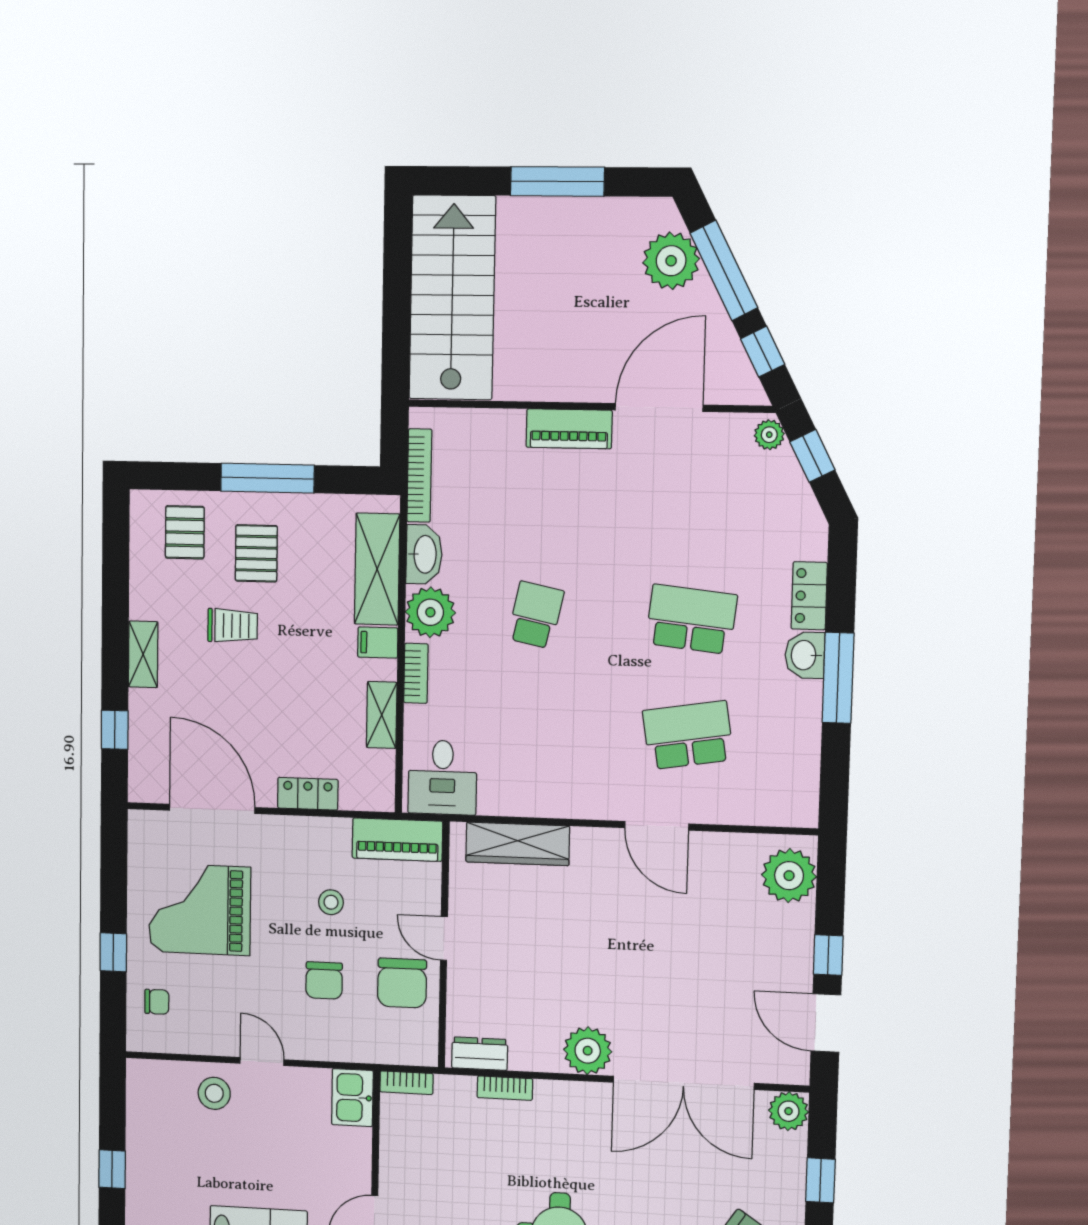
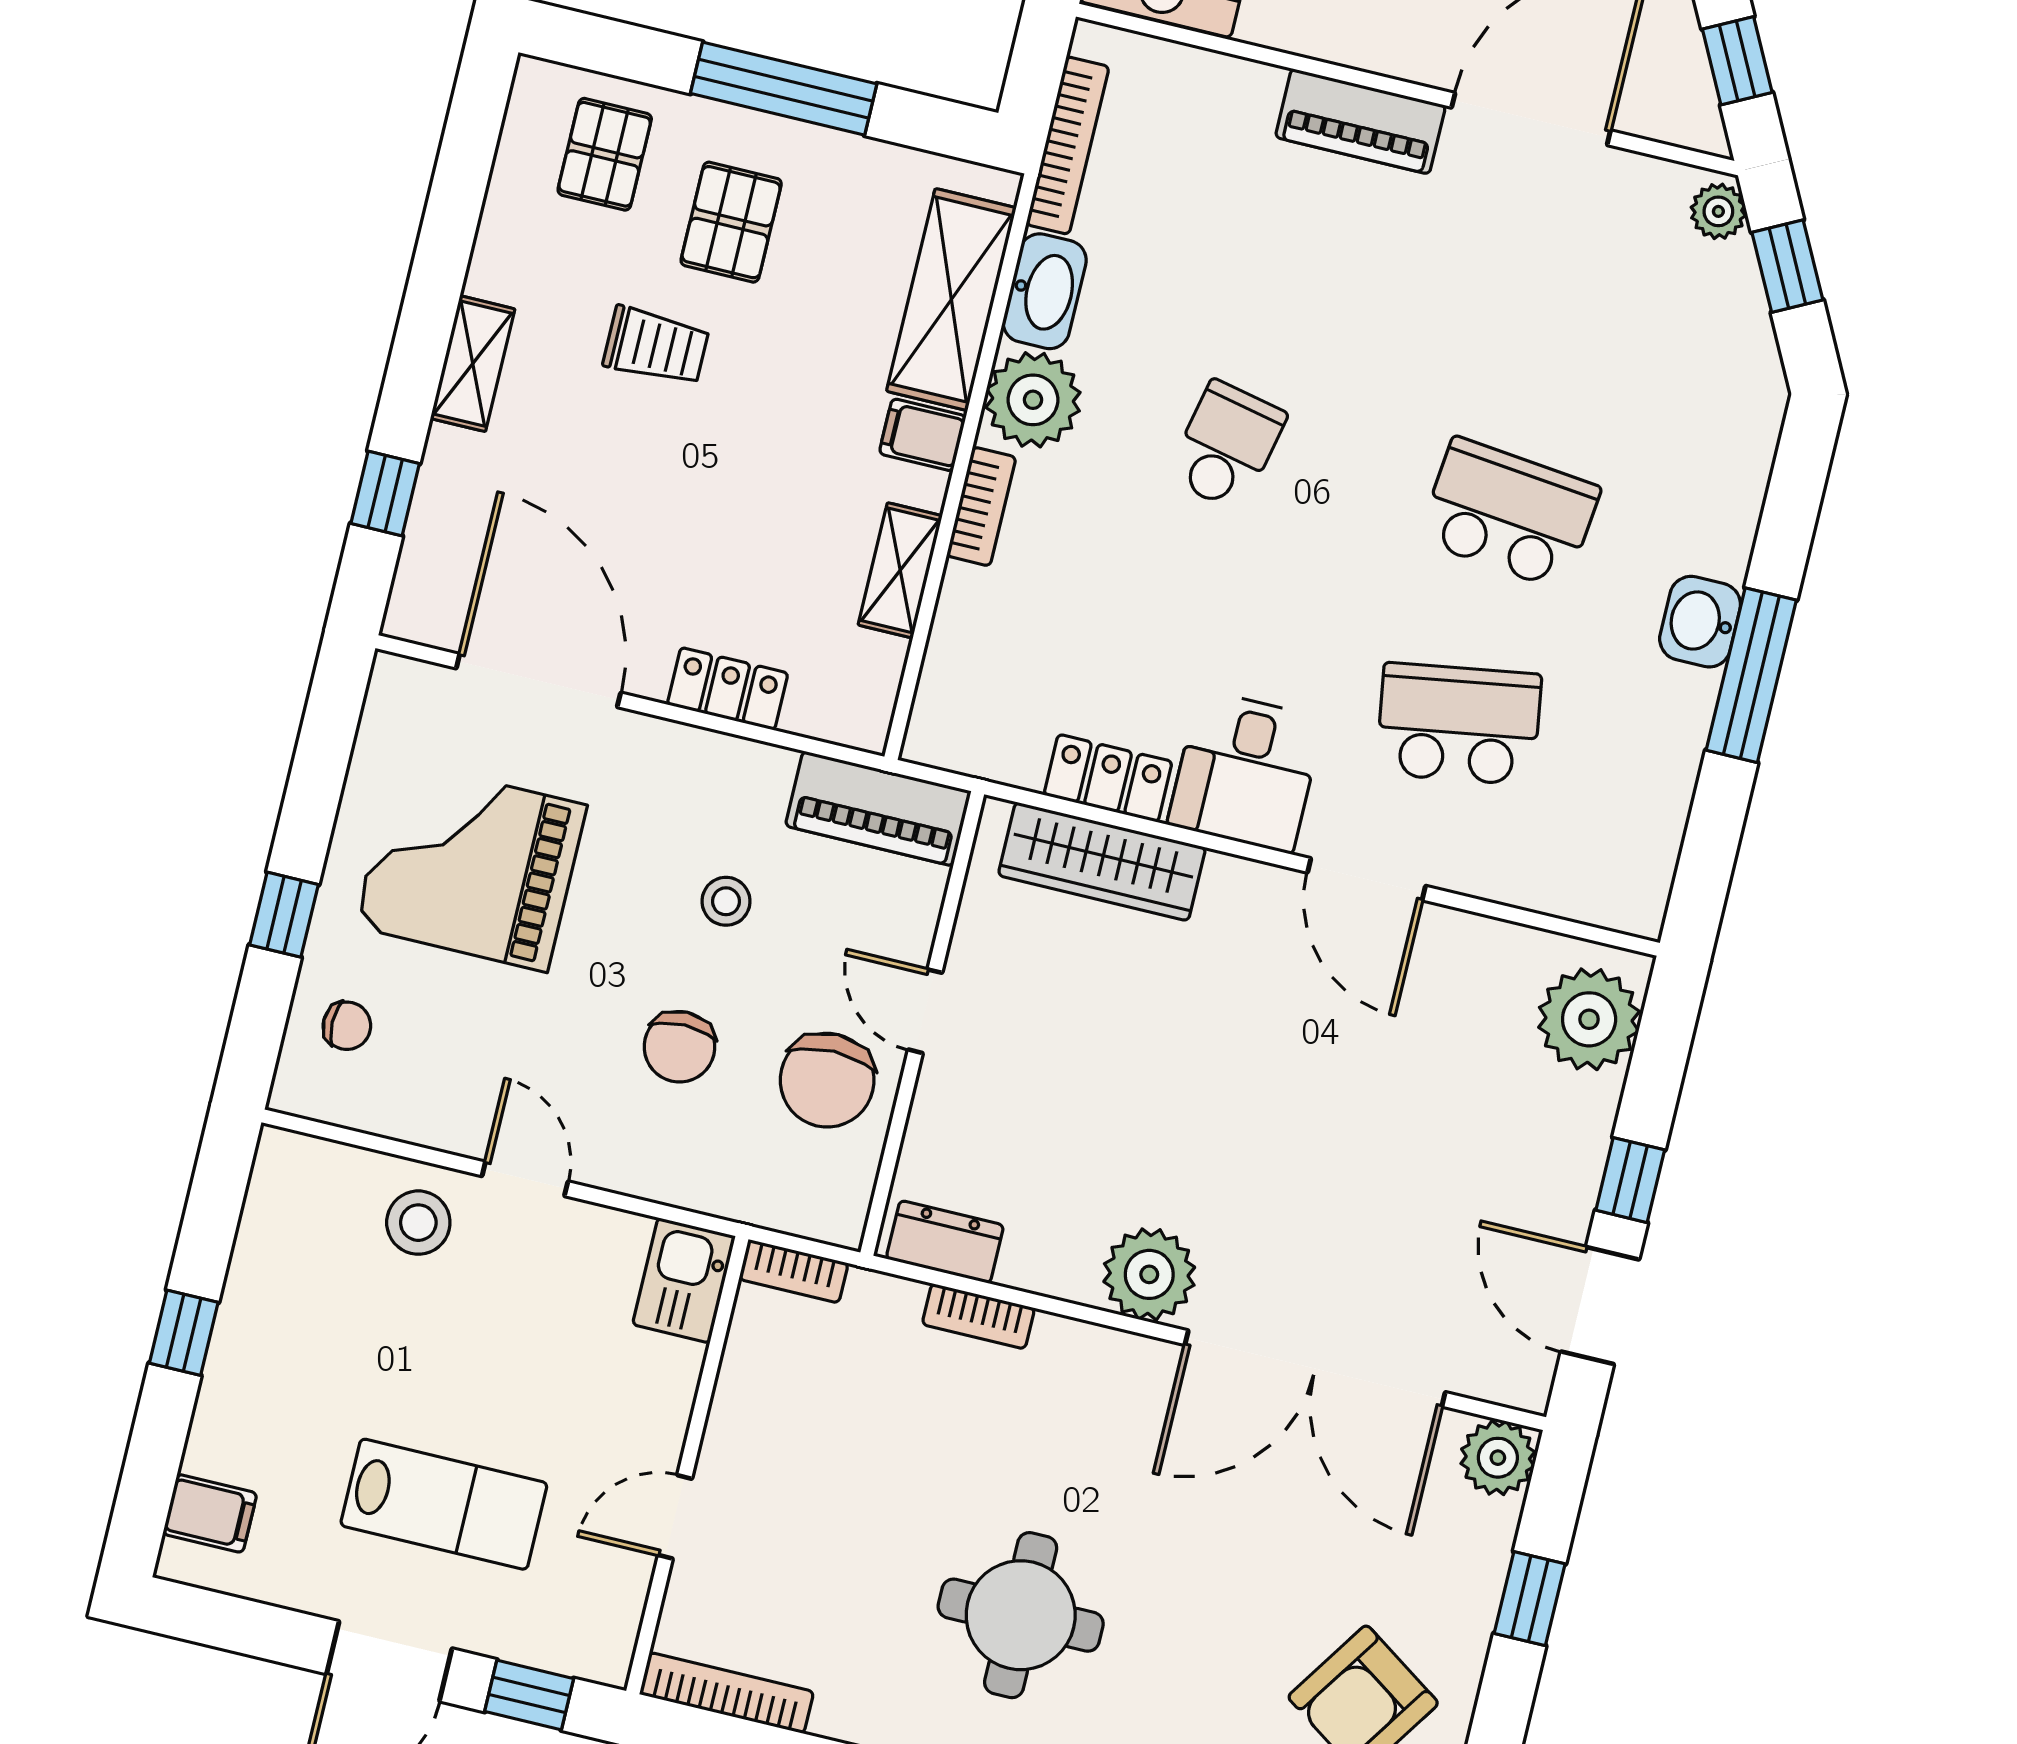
locker: (809, 596) -> (1108, 778), moved, turned 90
desk: (442, 777) -> (1246, 771), moved

